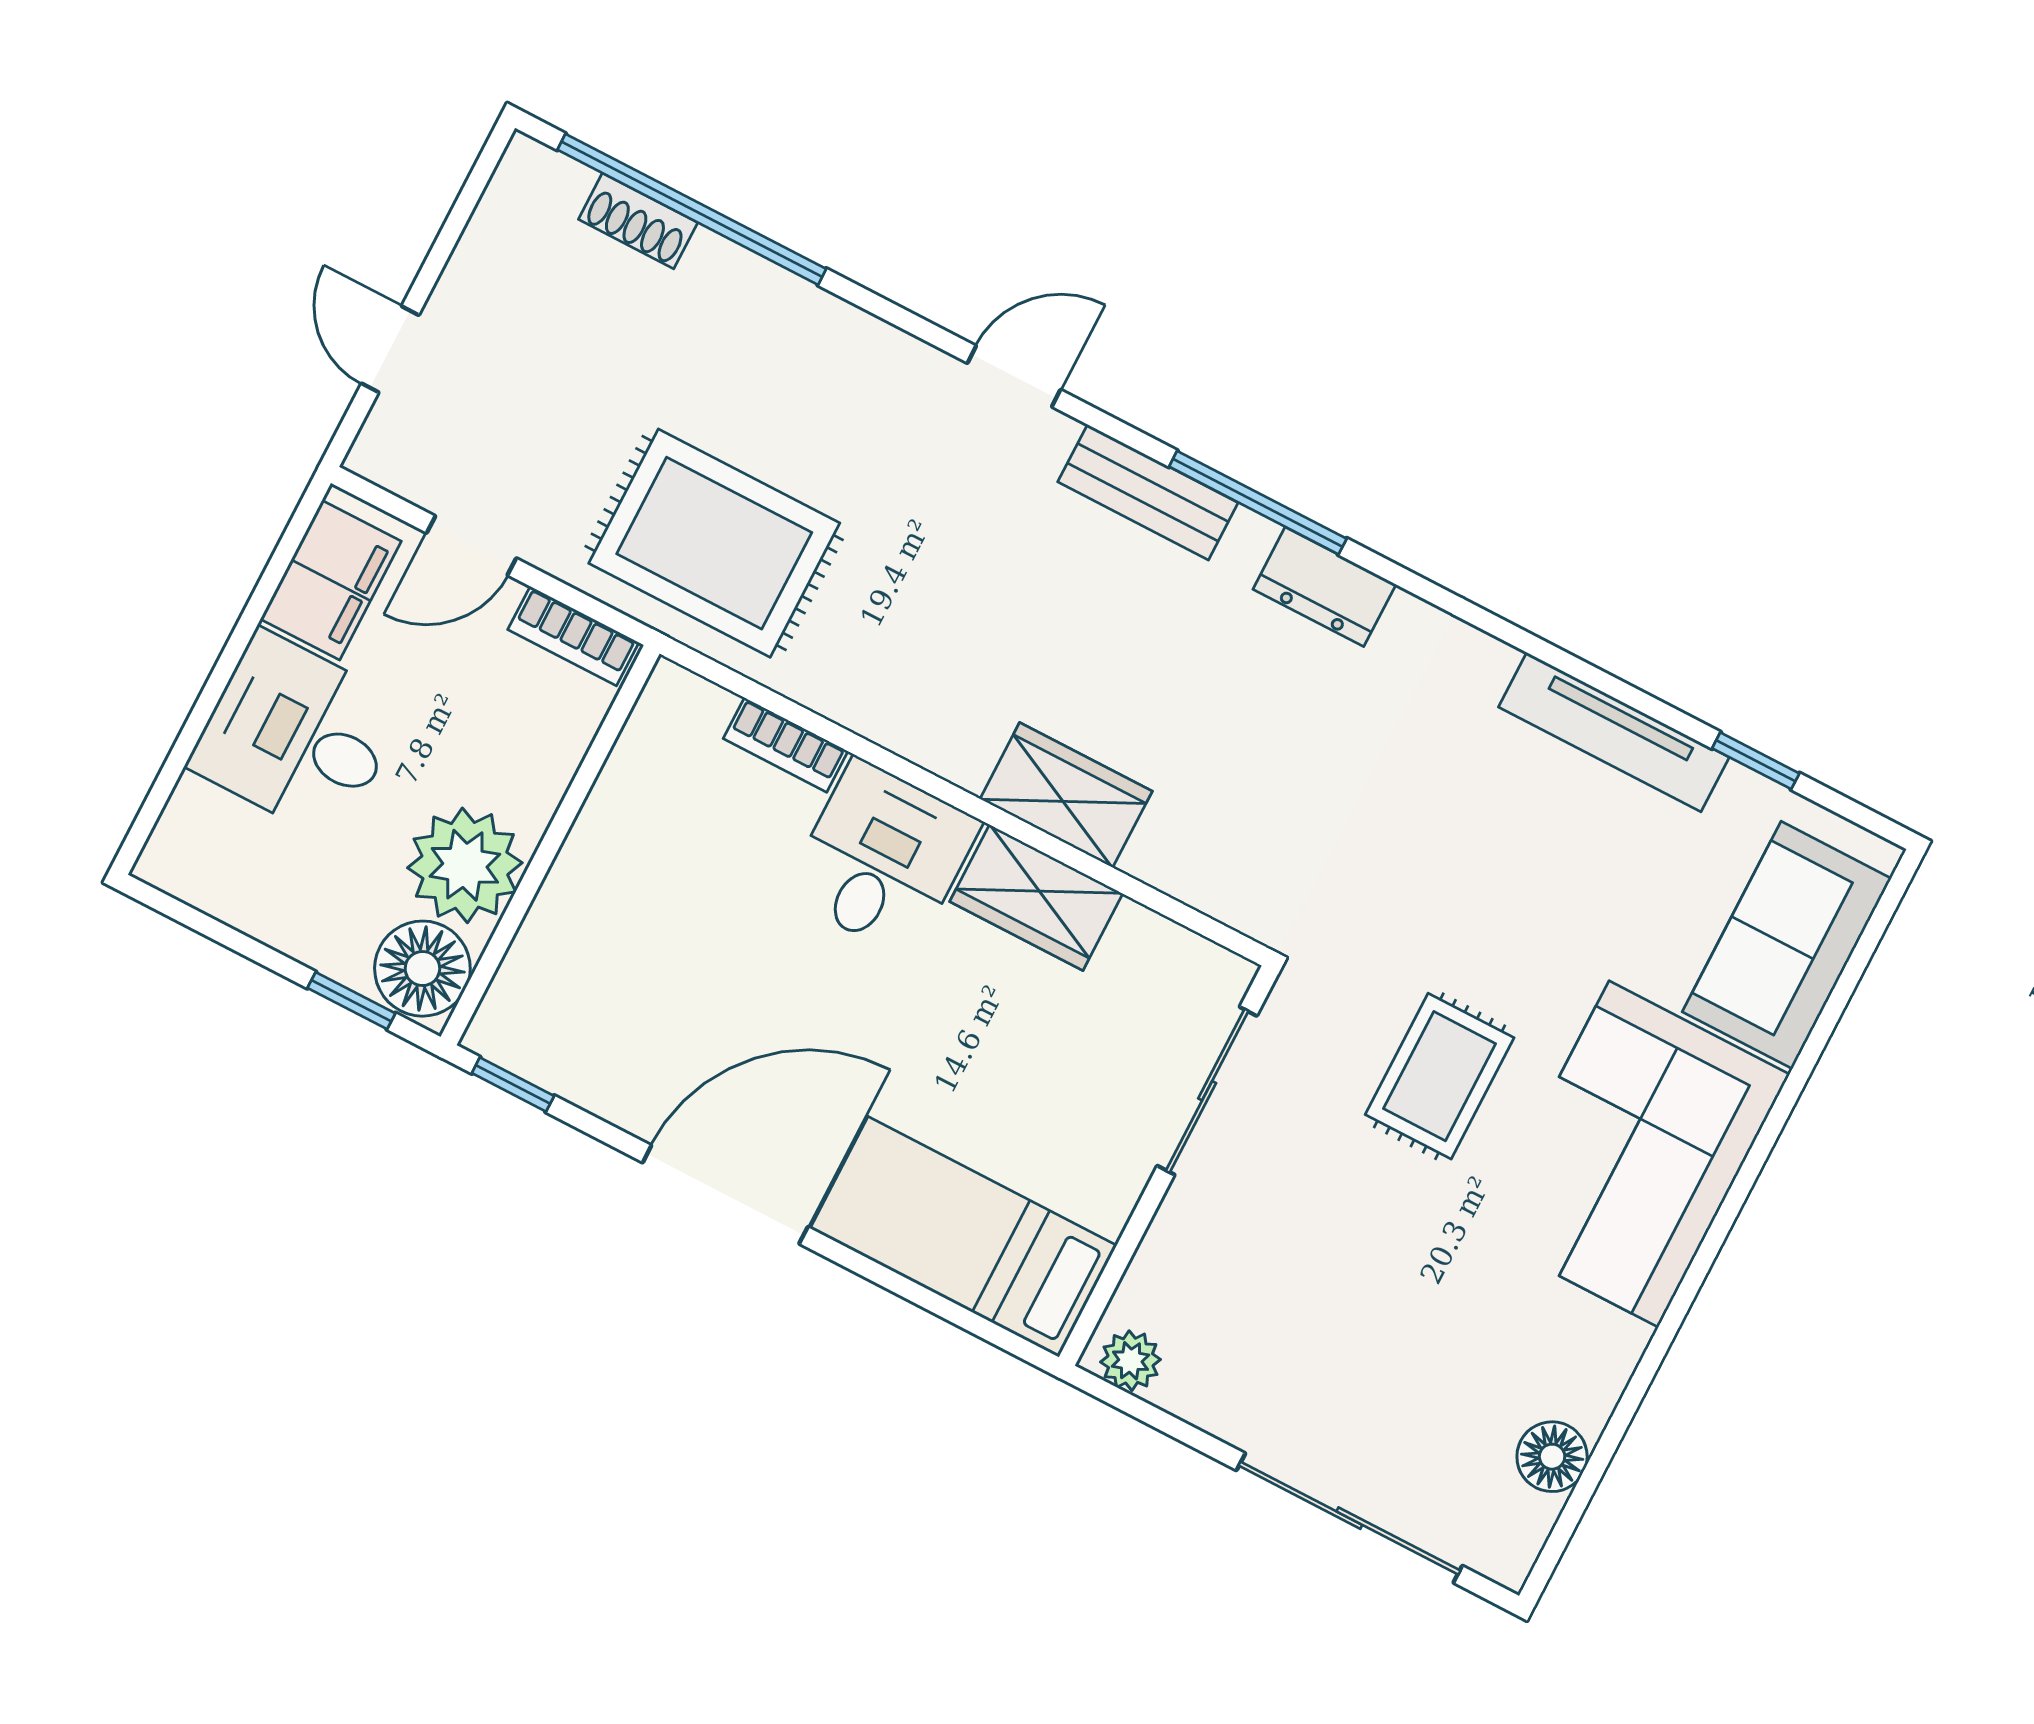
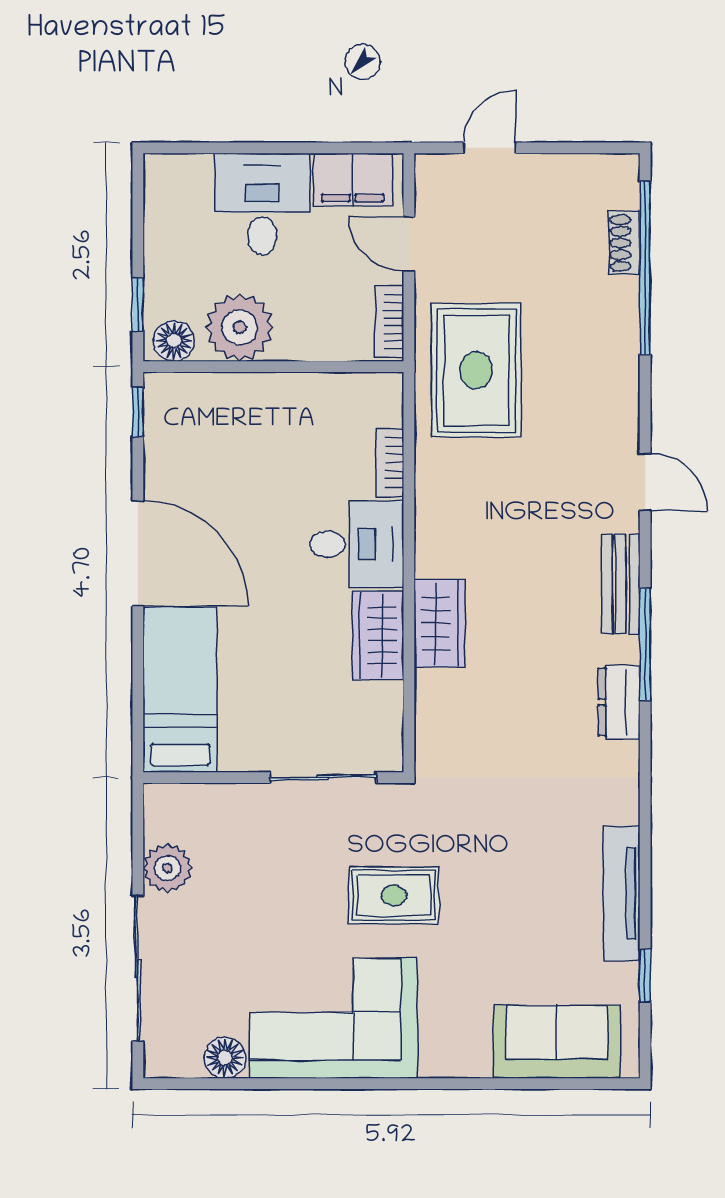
floor lamp: (422, 969) -> (174, 341), width x0.73, depth x0.73
corner sofa: (1634, 1154) -> (333, 1018), moved
plant: (1130, 1361) -> (167, 868), moved, width x1.38, depth x1.38

